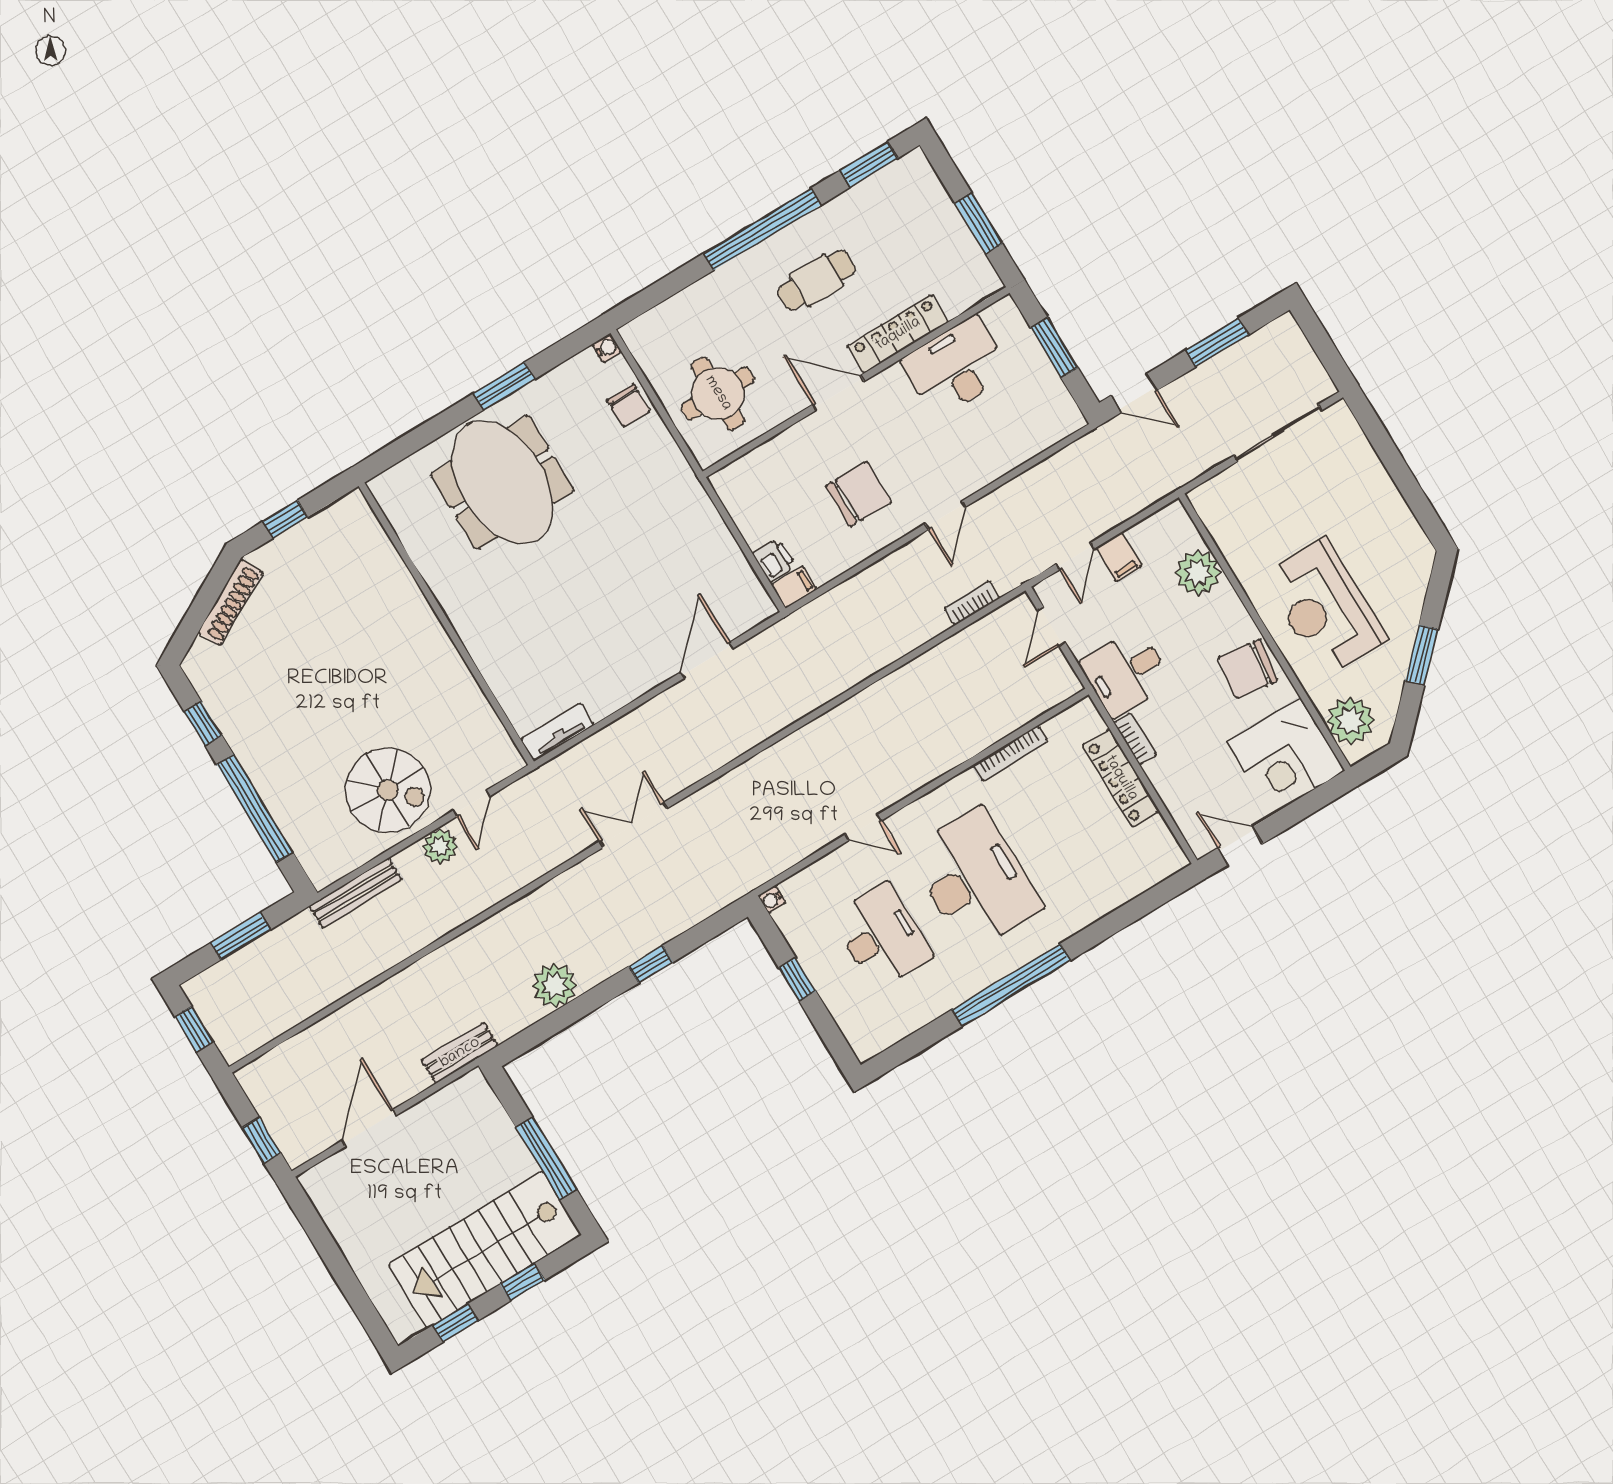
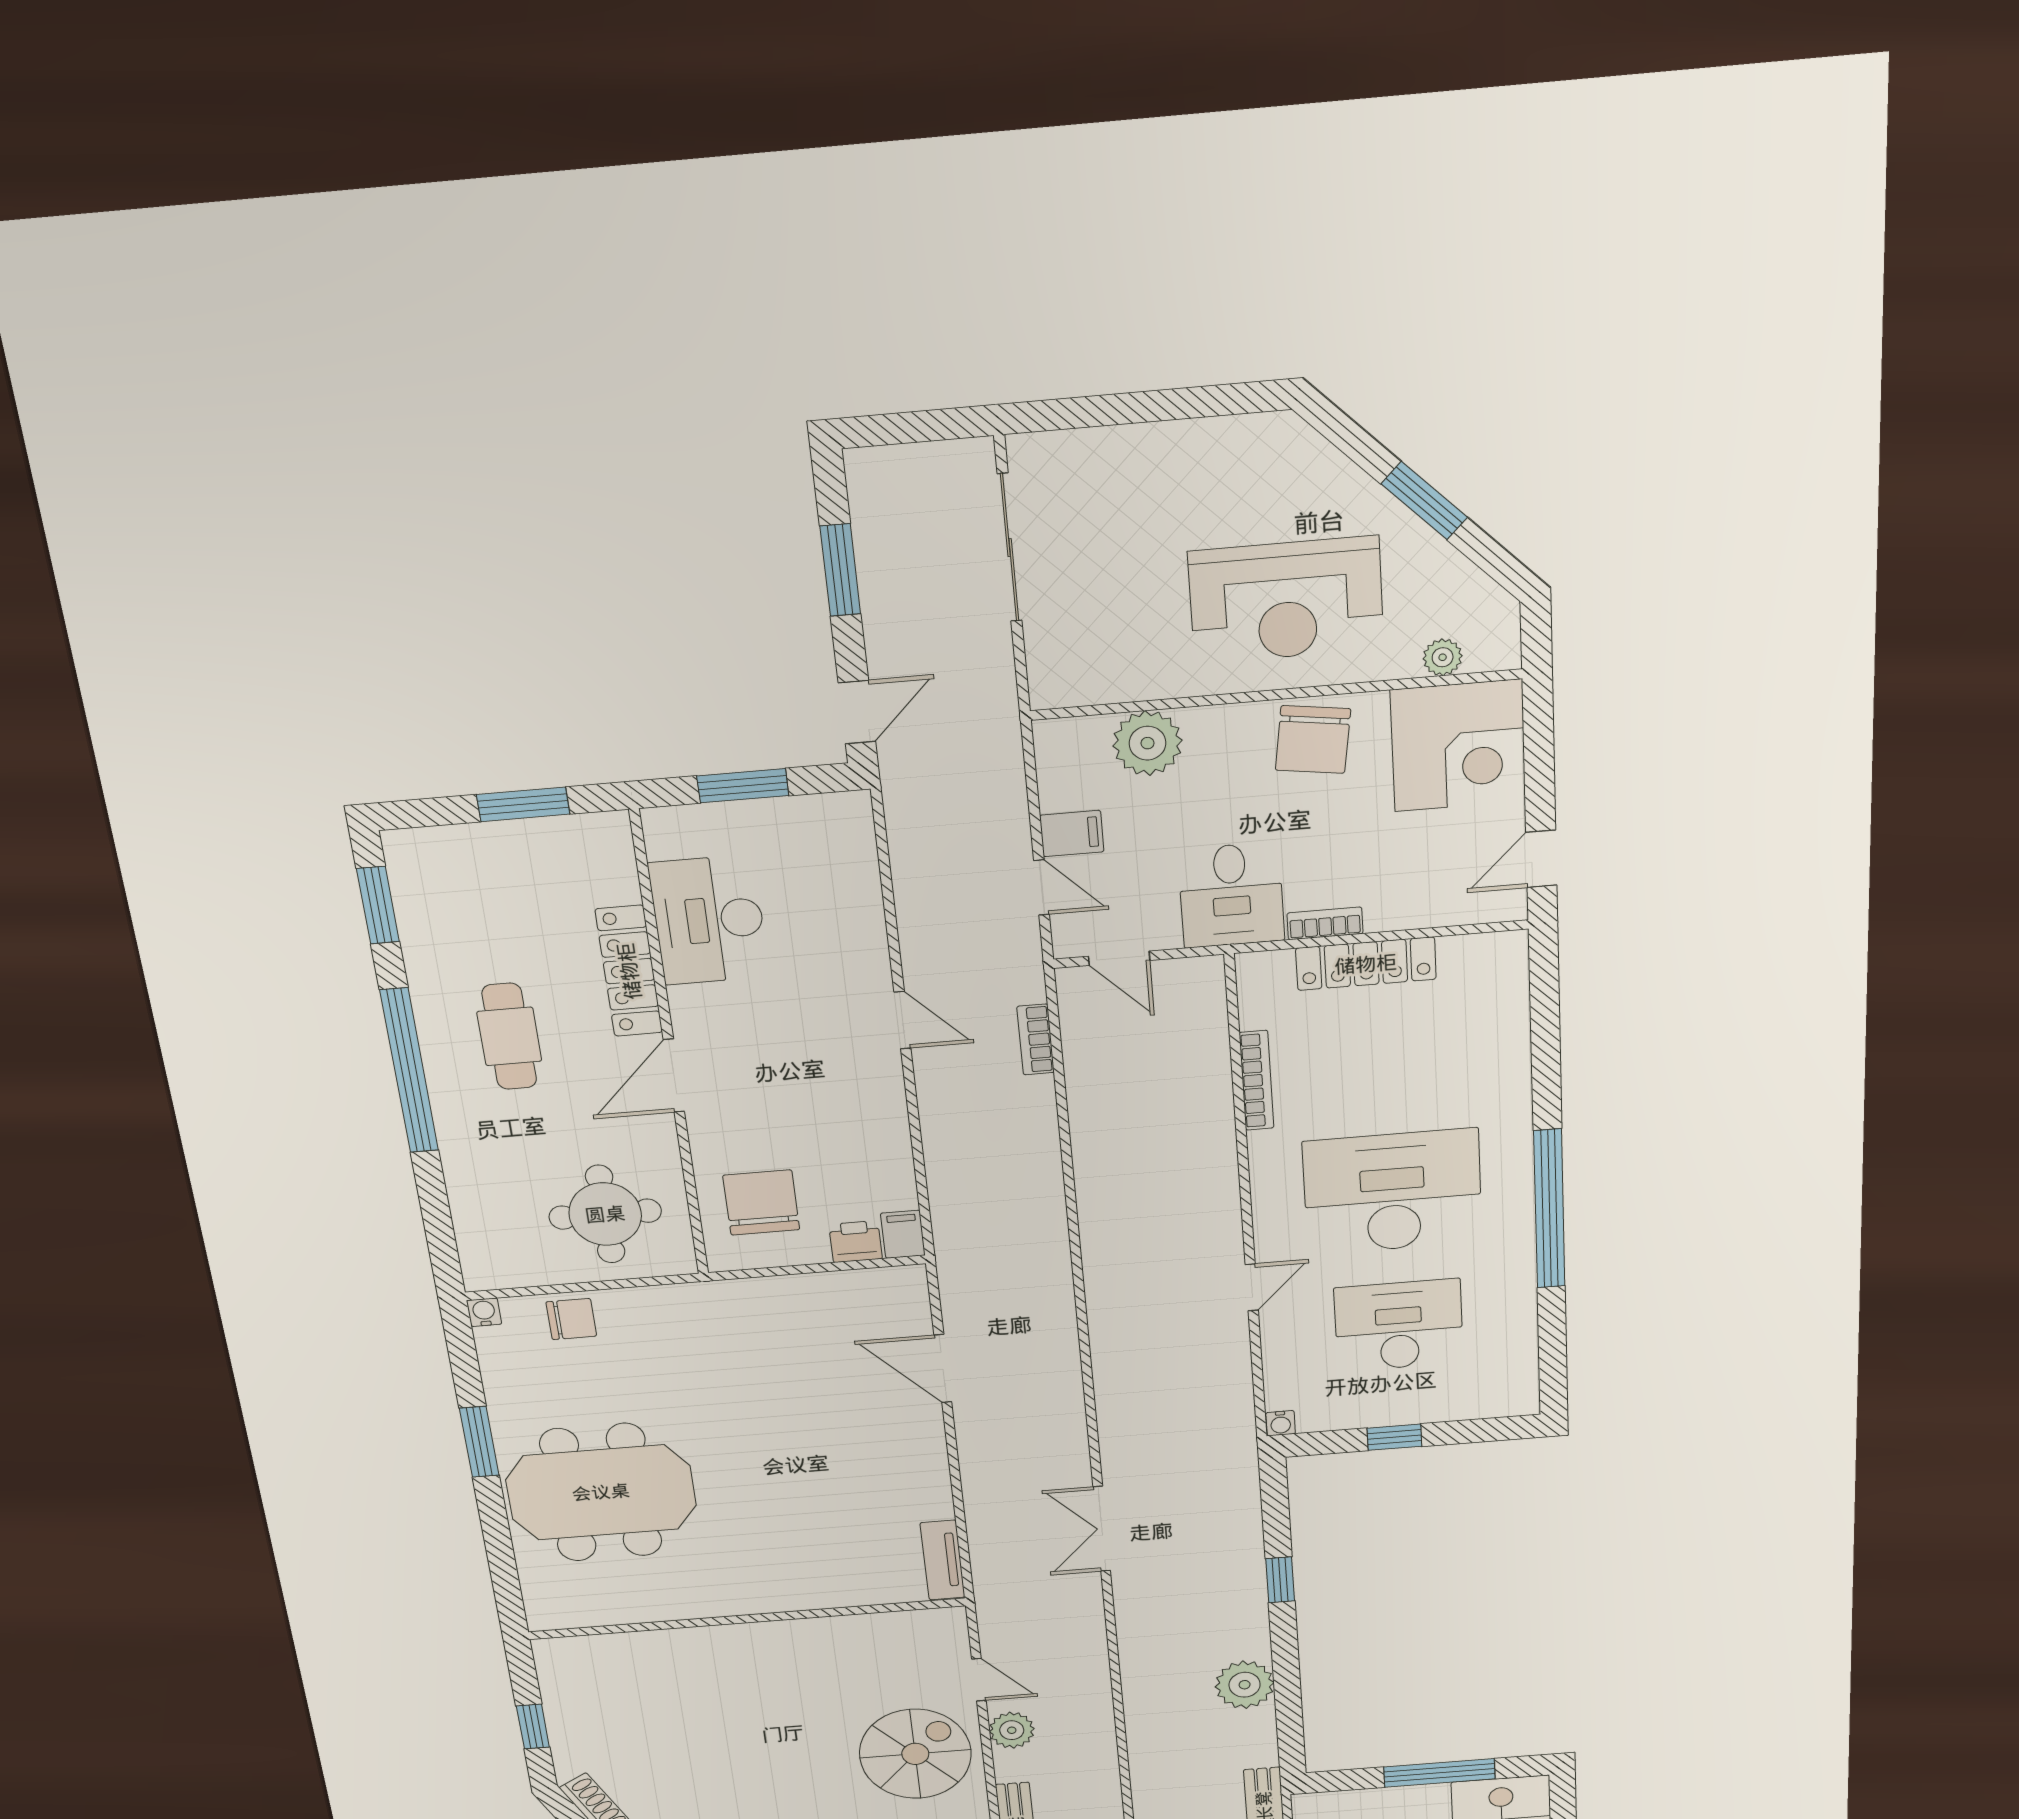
chair: (859, 494) -> (761, 1203), moved
plant: (1350, 721) -> (1443, 657), width x0.53, depth x0.53

